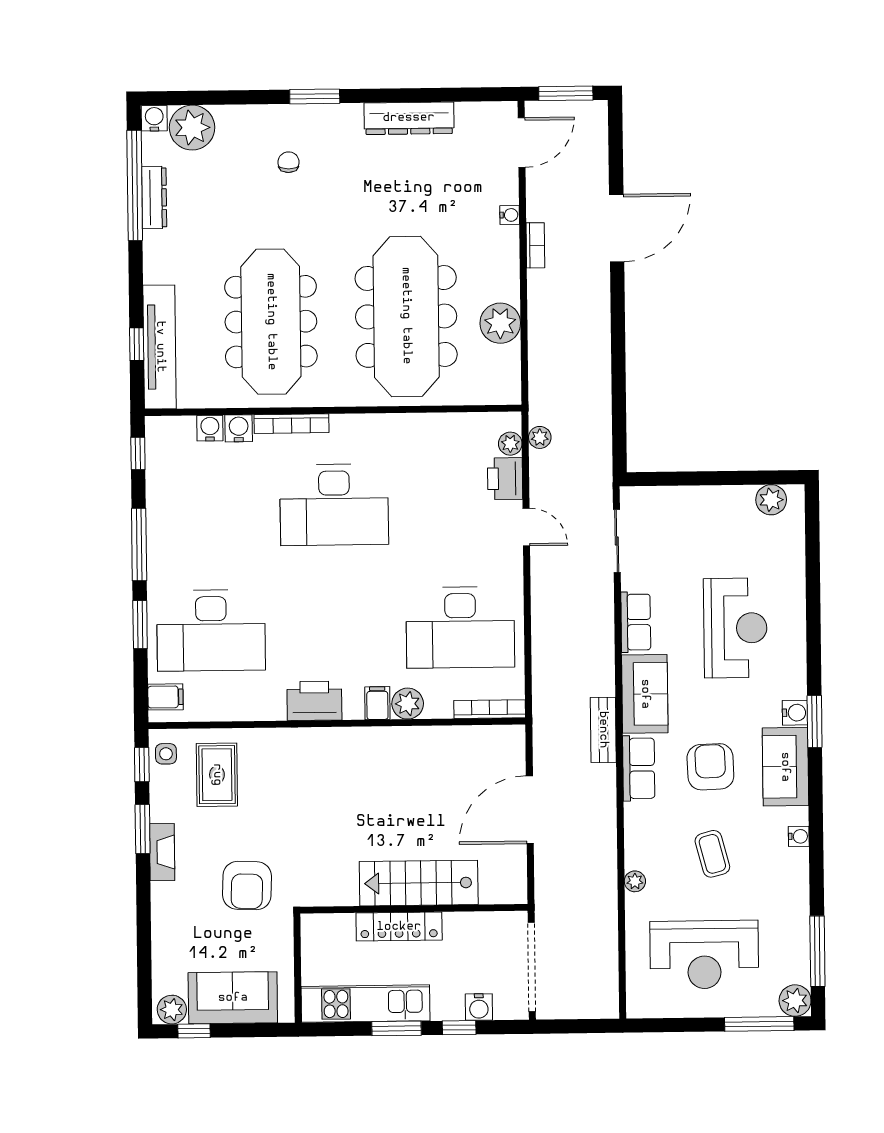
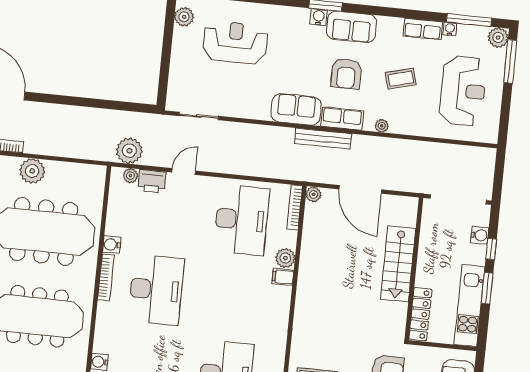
plant: (500, 323) -> (32, 171), moved
bookcase: (292, 424) -> (106, 277), moved
water cooler: (239, 428) -> (112, 245), moved
plant: (540, 437) -> (129, 151), width x1.88, depth x1.88
row of seats: (636, 622) -> (423, 29), moved, turned 180
reception desk: (735, 628) -> (235, 43), moved
printer: (314, 701) -> (277, 316), removed
bench: (603, 730) -> (323, 139), width x1.36
plant: (513, 737) -> (314, 194), added
armchair: (710, 767) -> (346, 74), turned -88
water cooler: (799, 836) -> (450, 29), moved
plant: (635, 881) -> (382, 126), moved
locker: (399, 927) -> (420, 314), moved

